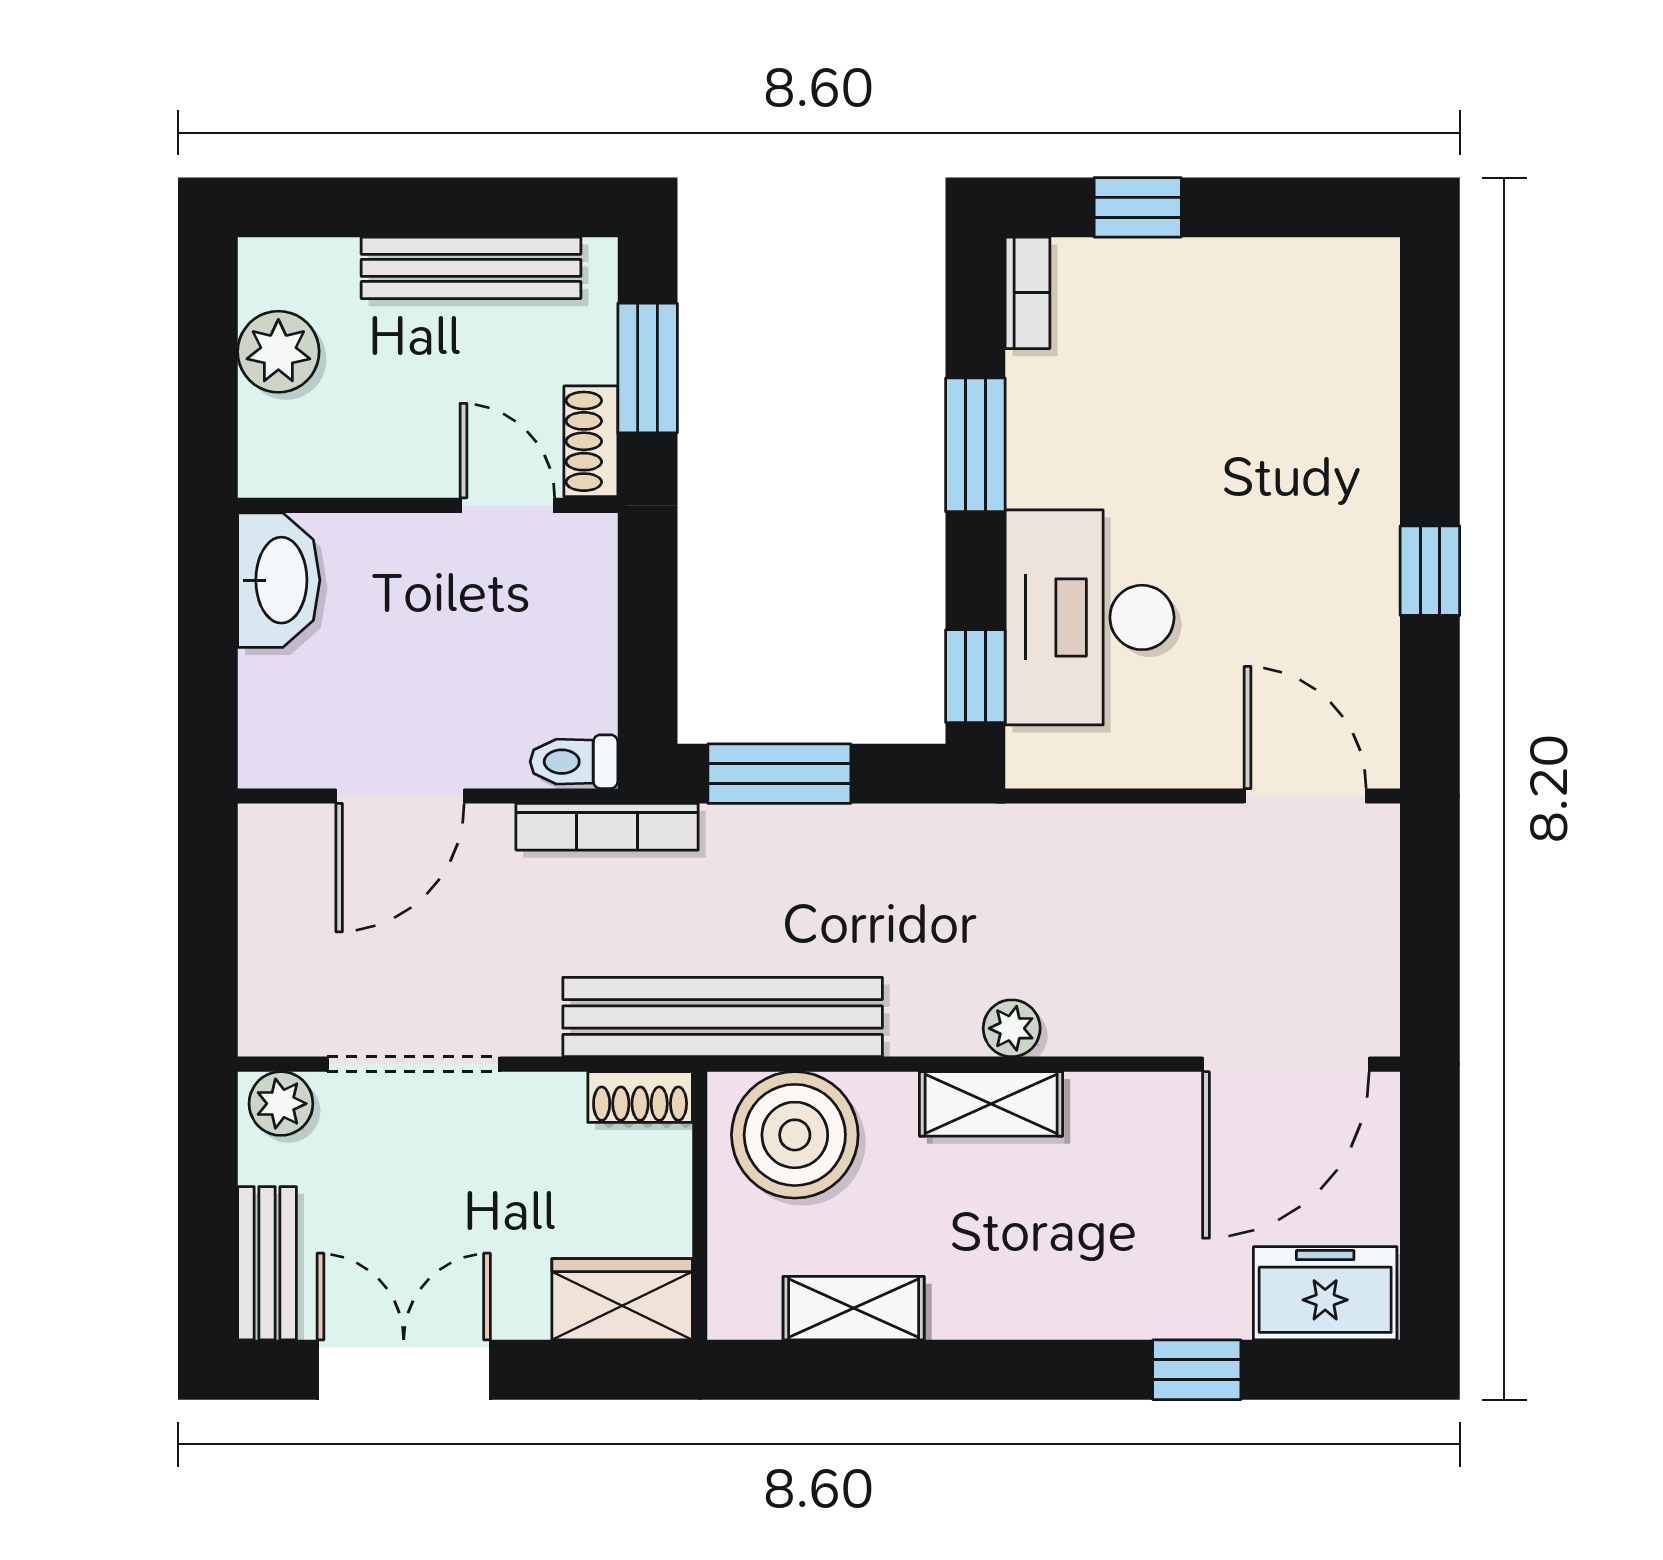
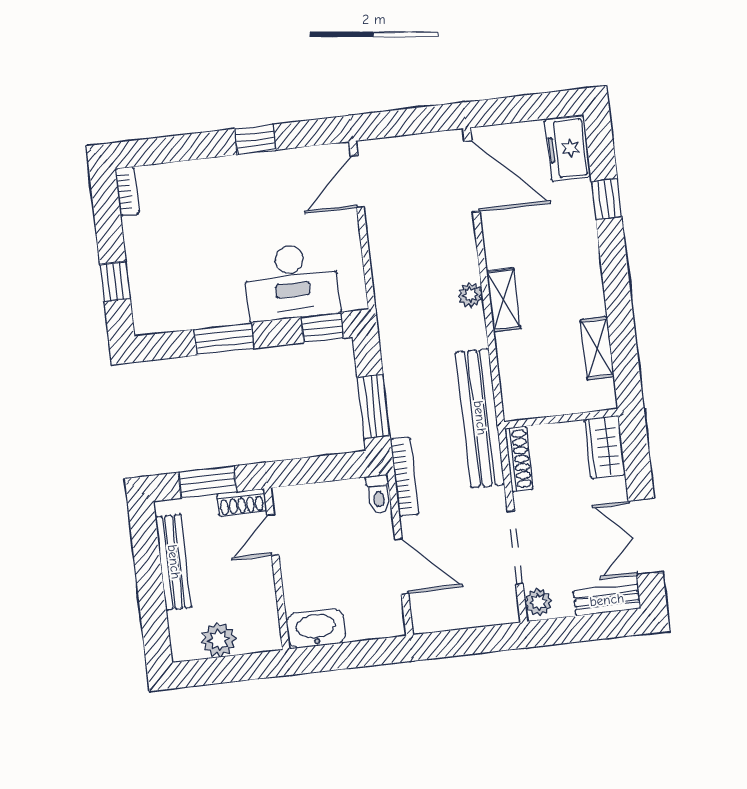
bookcase: (1028, 293) -> (127, 191), moved, turned 90
shoe rack: (640, 1097) -> (519, 459), width x1.43
boiler: (795, 1135) -> (526, 382), removed

